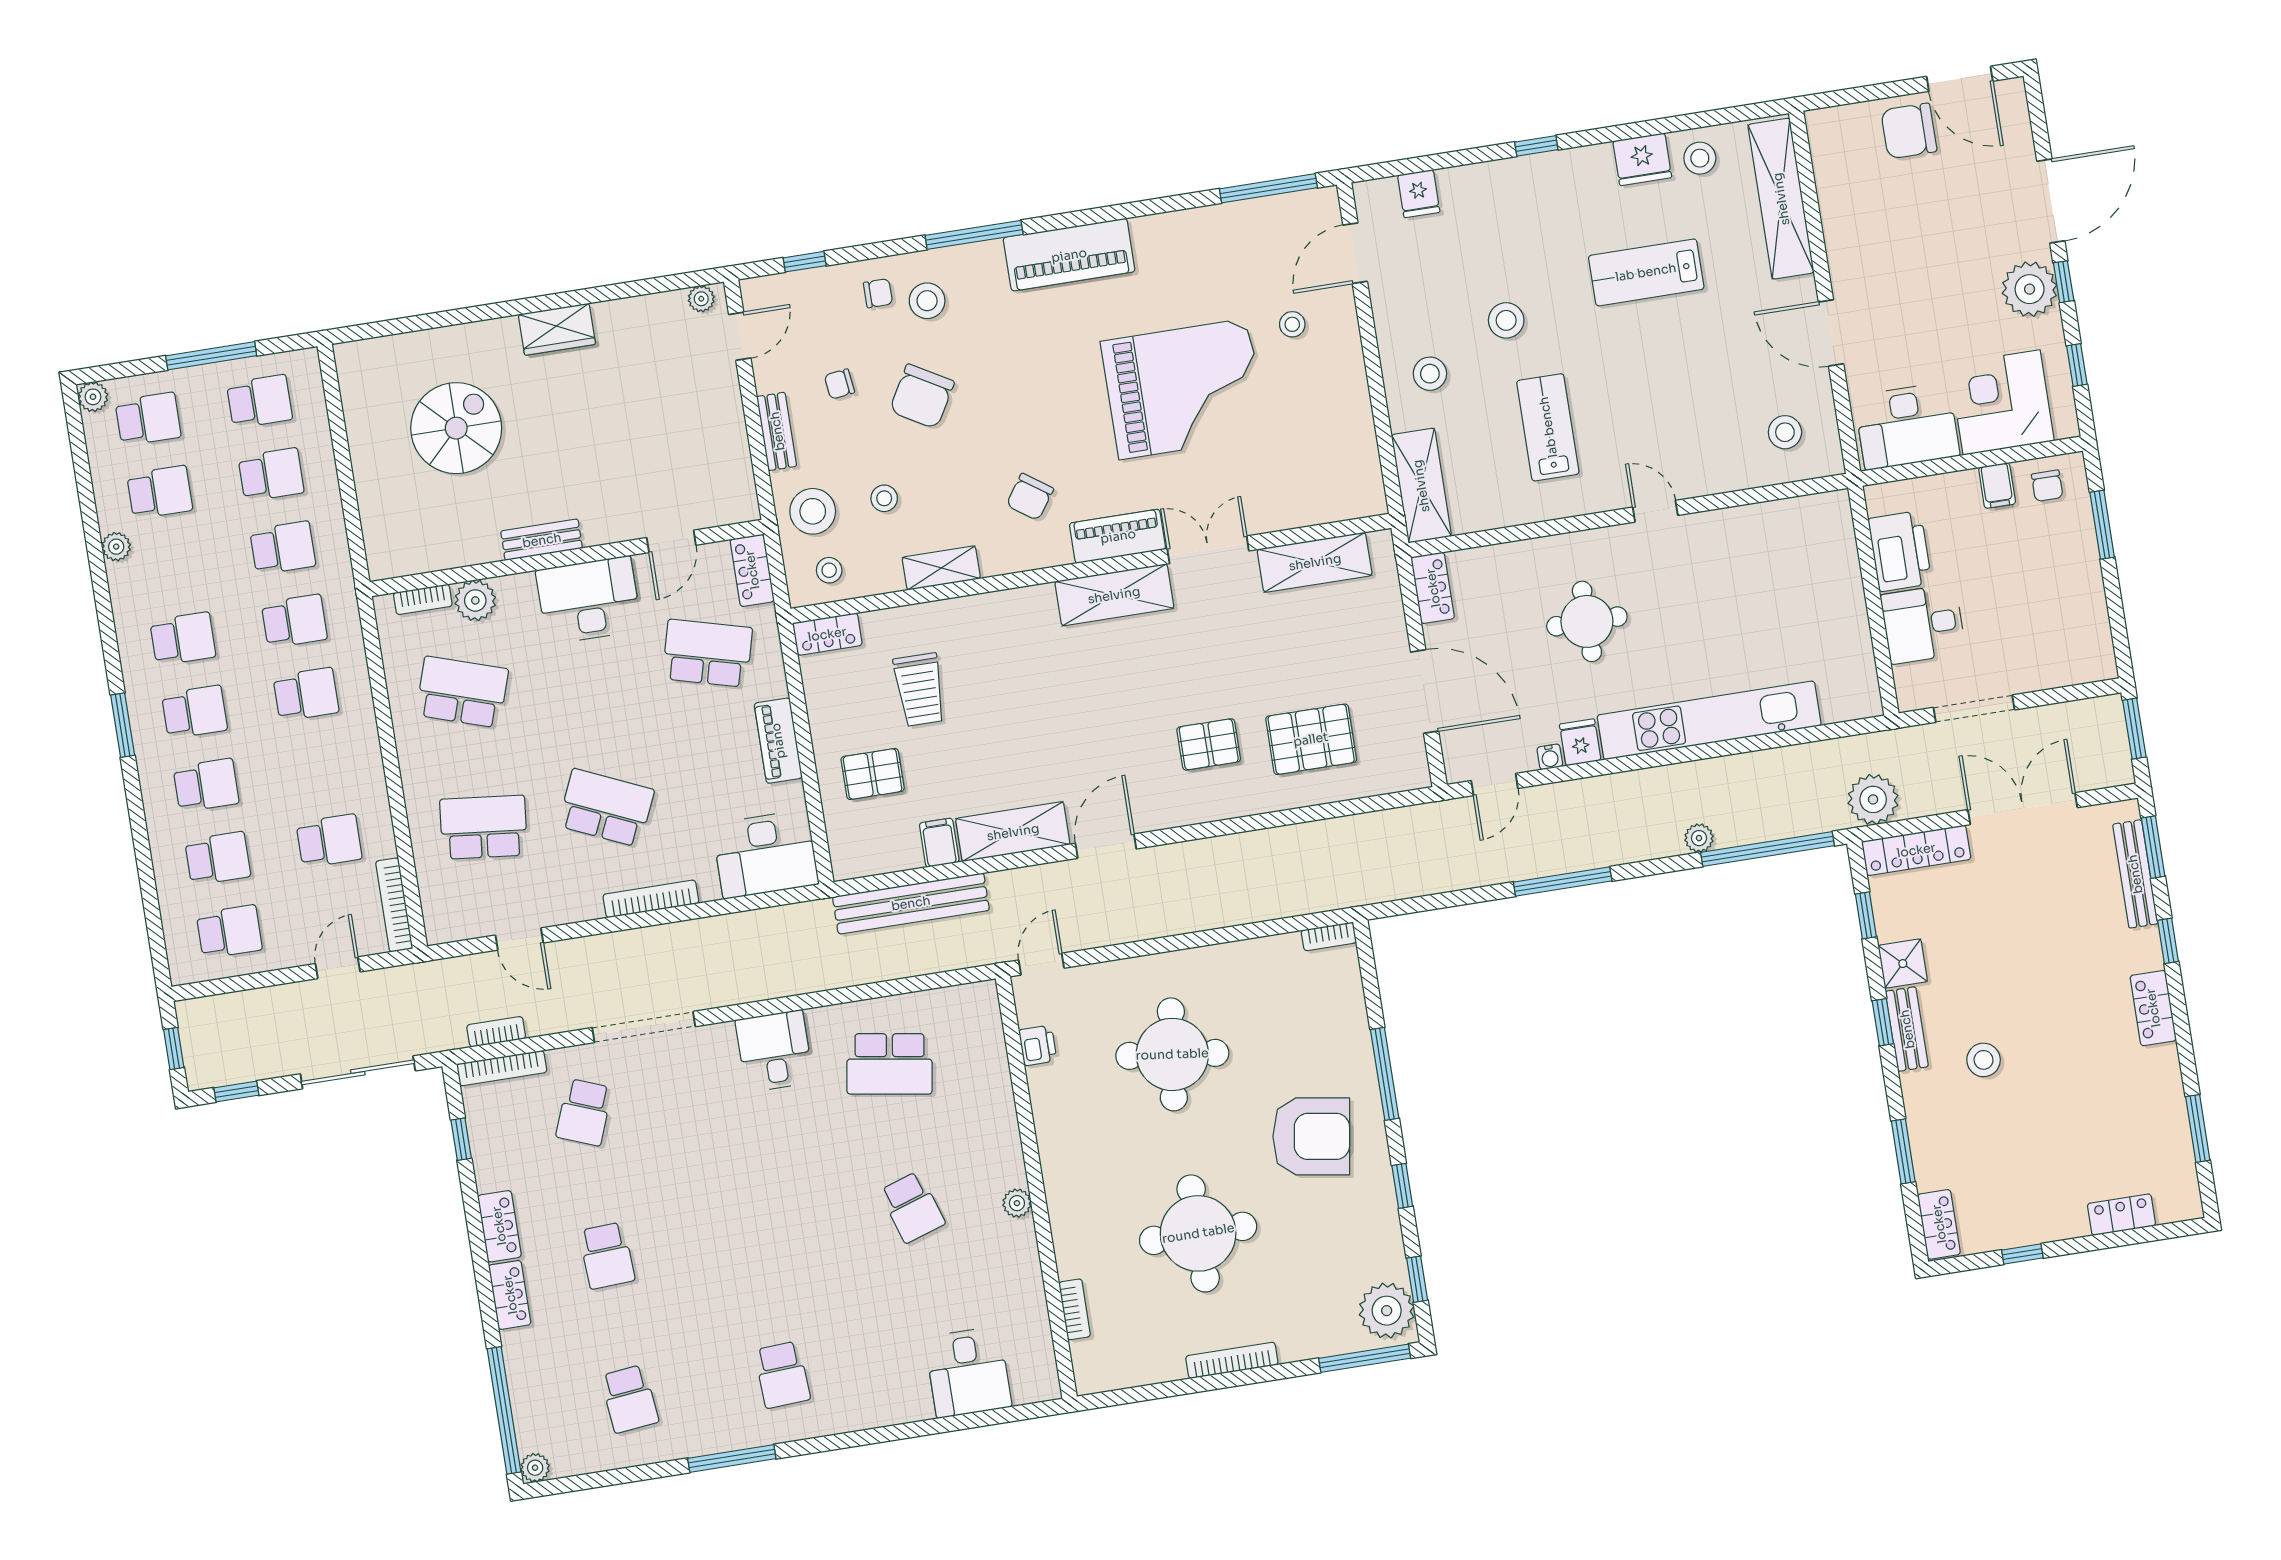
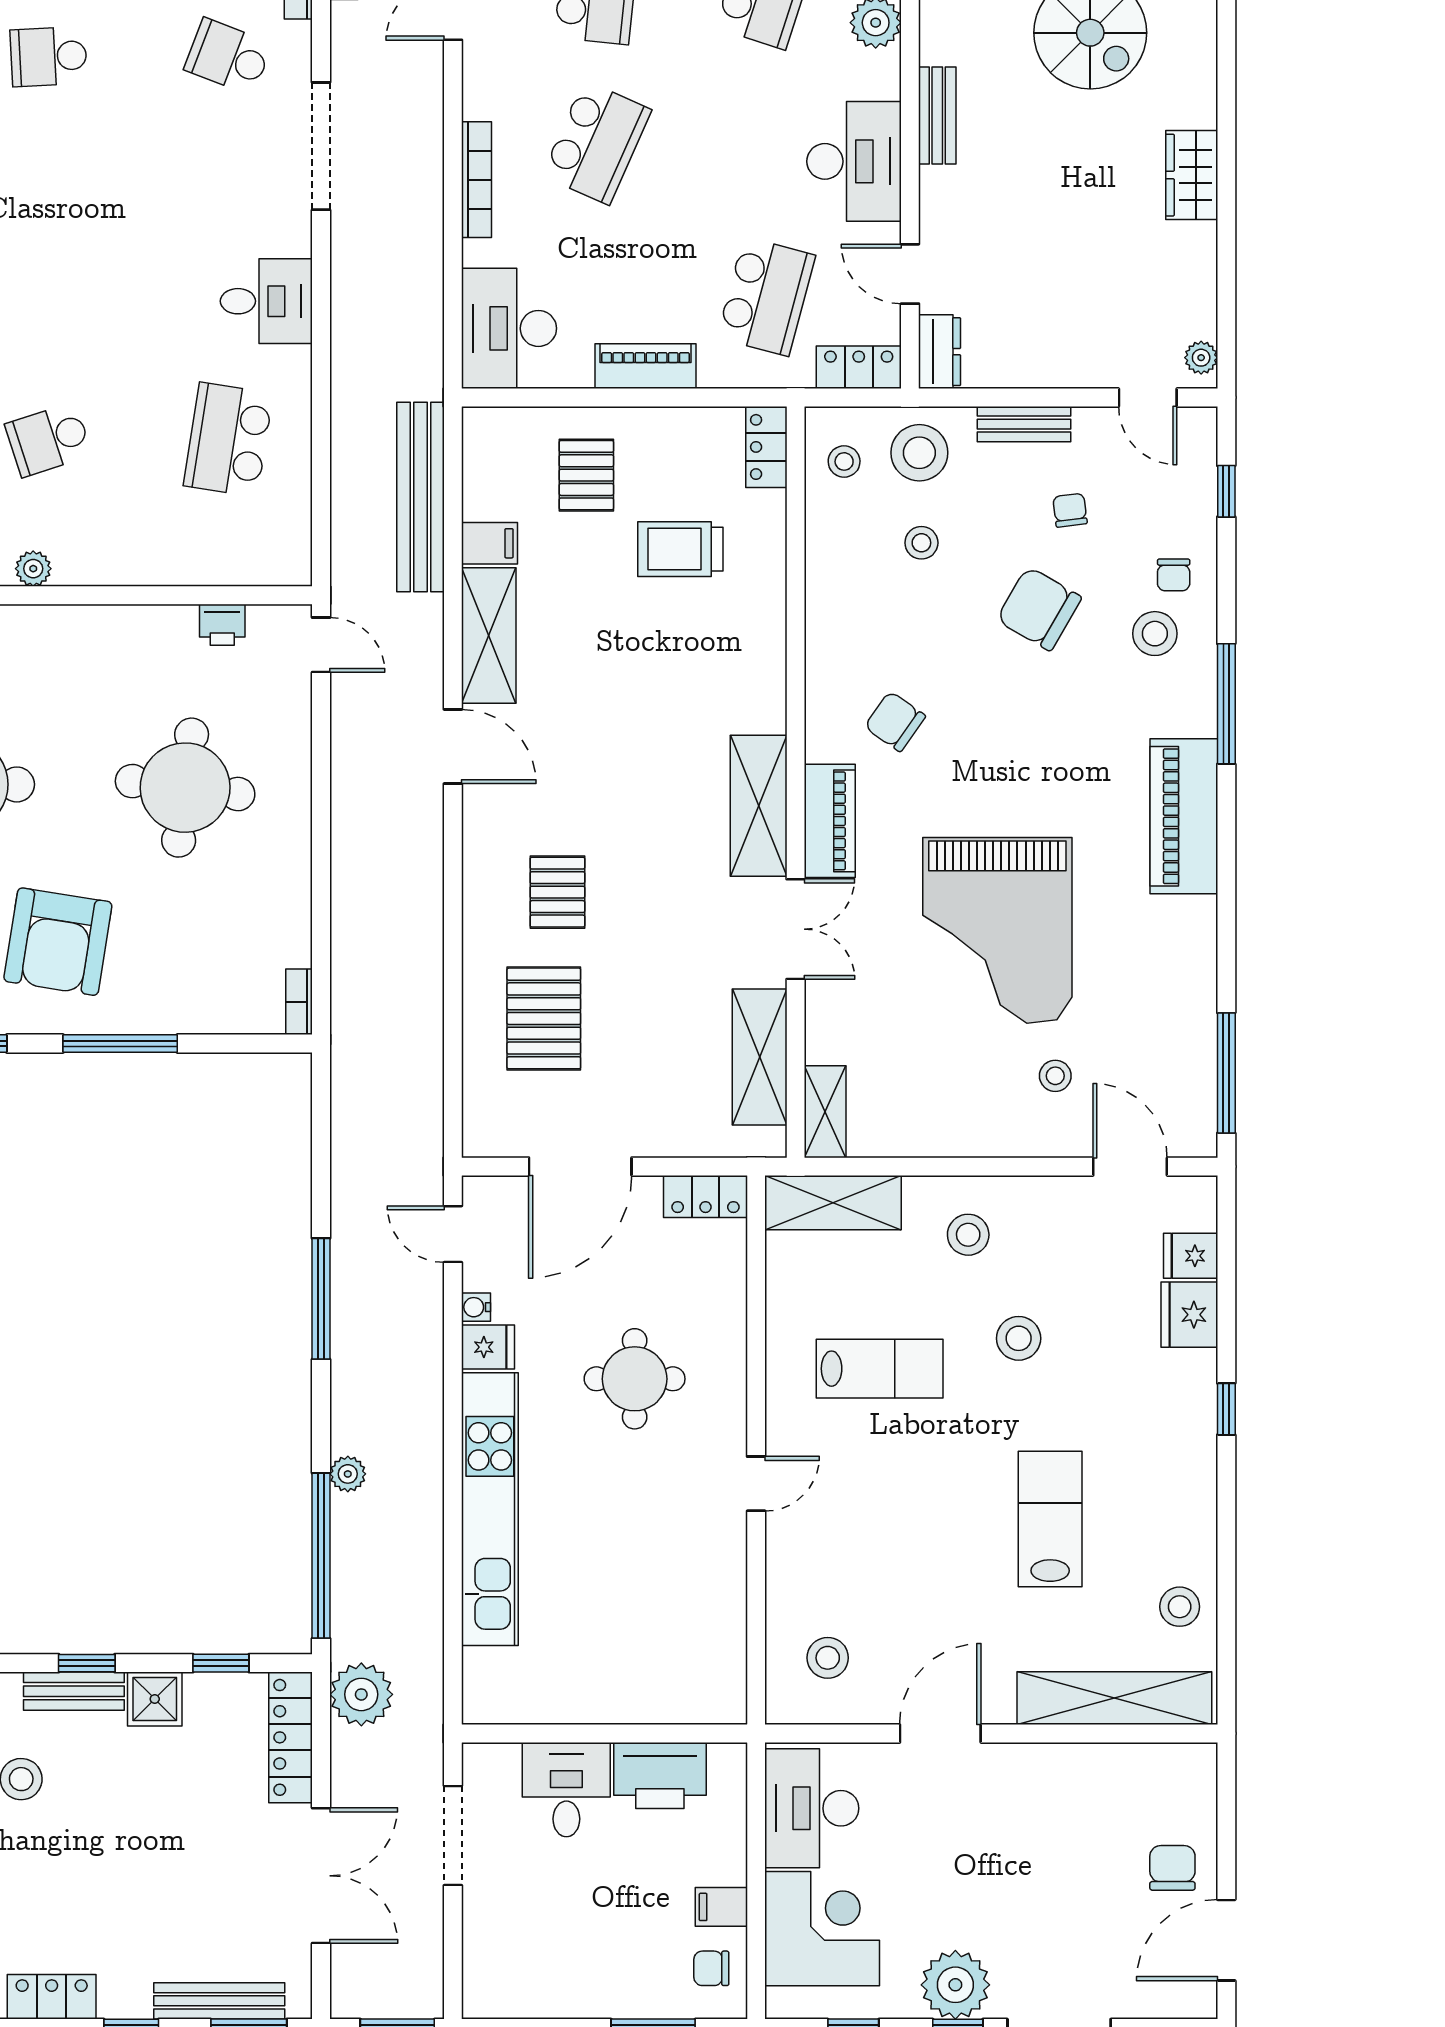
chair: (1909, 131) -> (1172, 1868), width x0.73, depth x0.73
fridge: (1642, 159) -> (1189, 1315), moved
dresser: (730, 508) -> (940, 352), added
shelving: (941, 568) -> (825, 1112), moved

